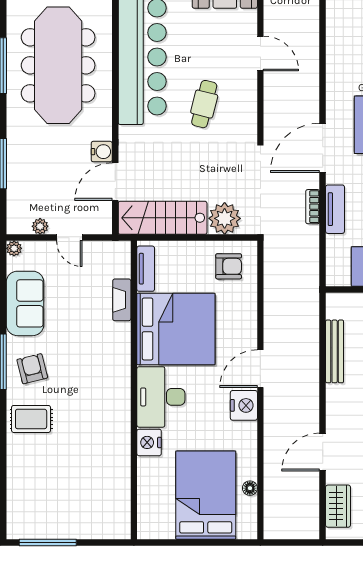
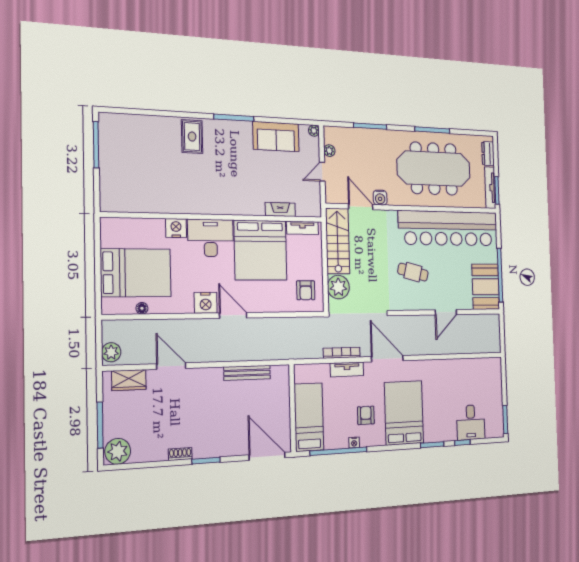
bookcase: (313, 207) -> (342, 353), width x1.56
armchair: (32, 369) -> (229, 139), removed
plant: (303, 528) -> (111, 352), added

